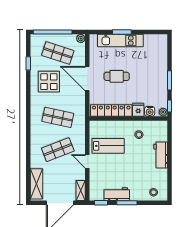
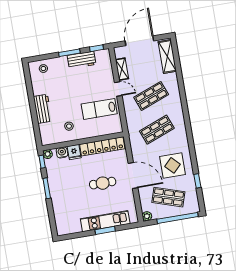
shop shelf: (58, 117) -> (157, 130), turned -33
shelving: (81, 191) -> (122, 69), moved

